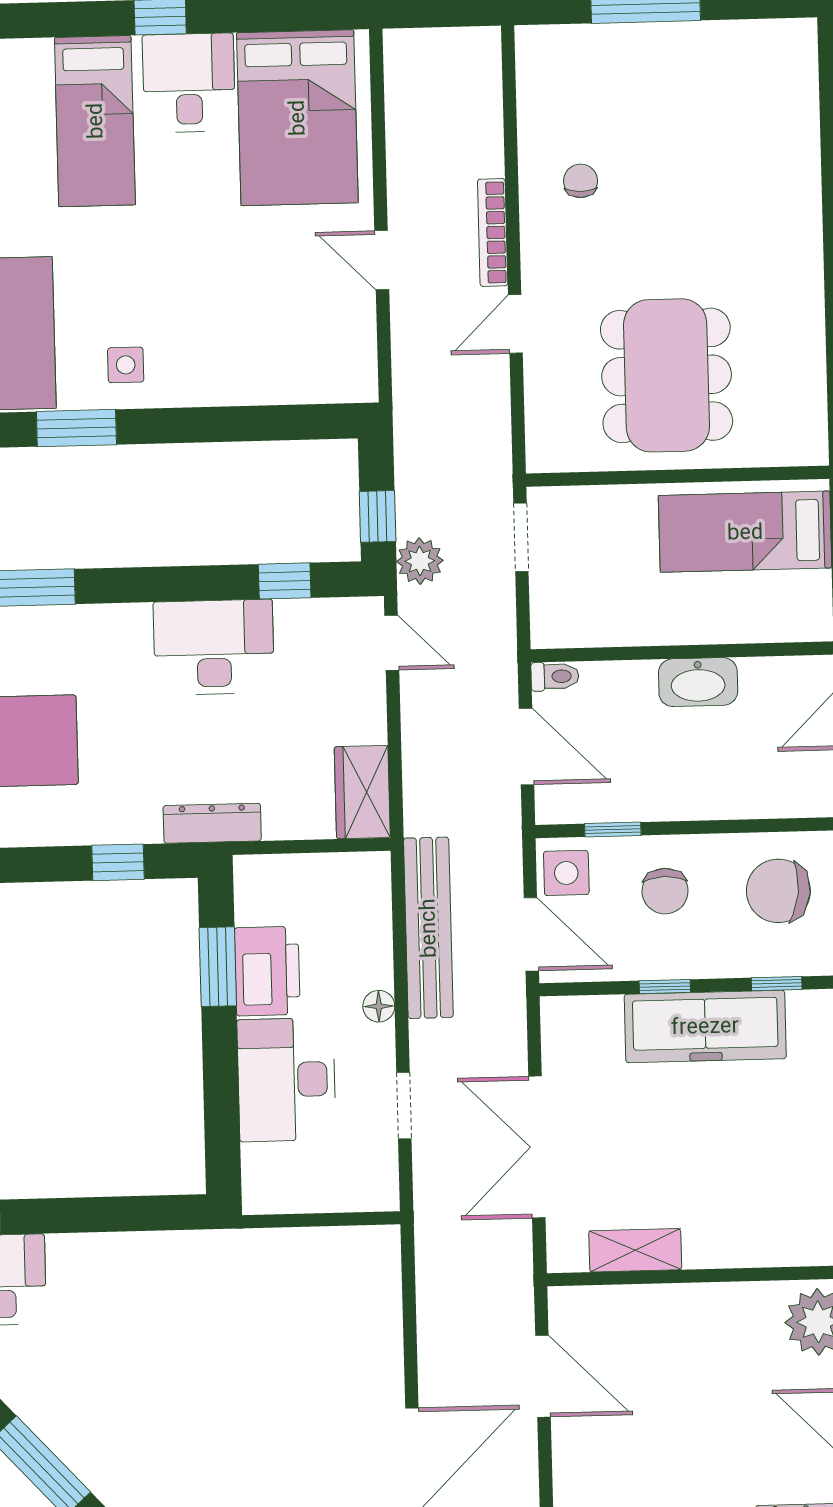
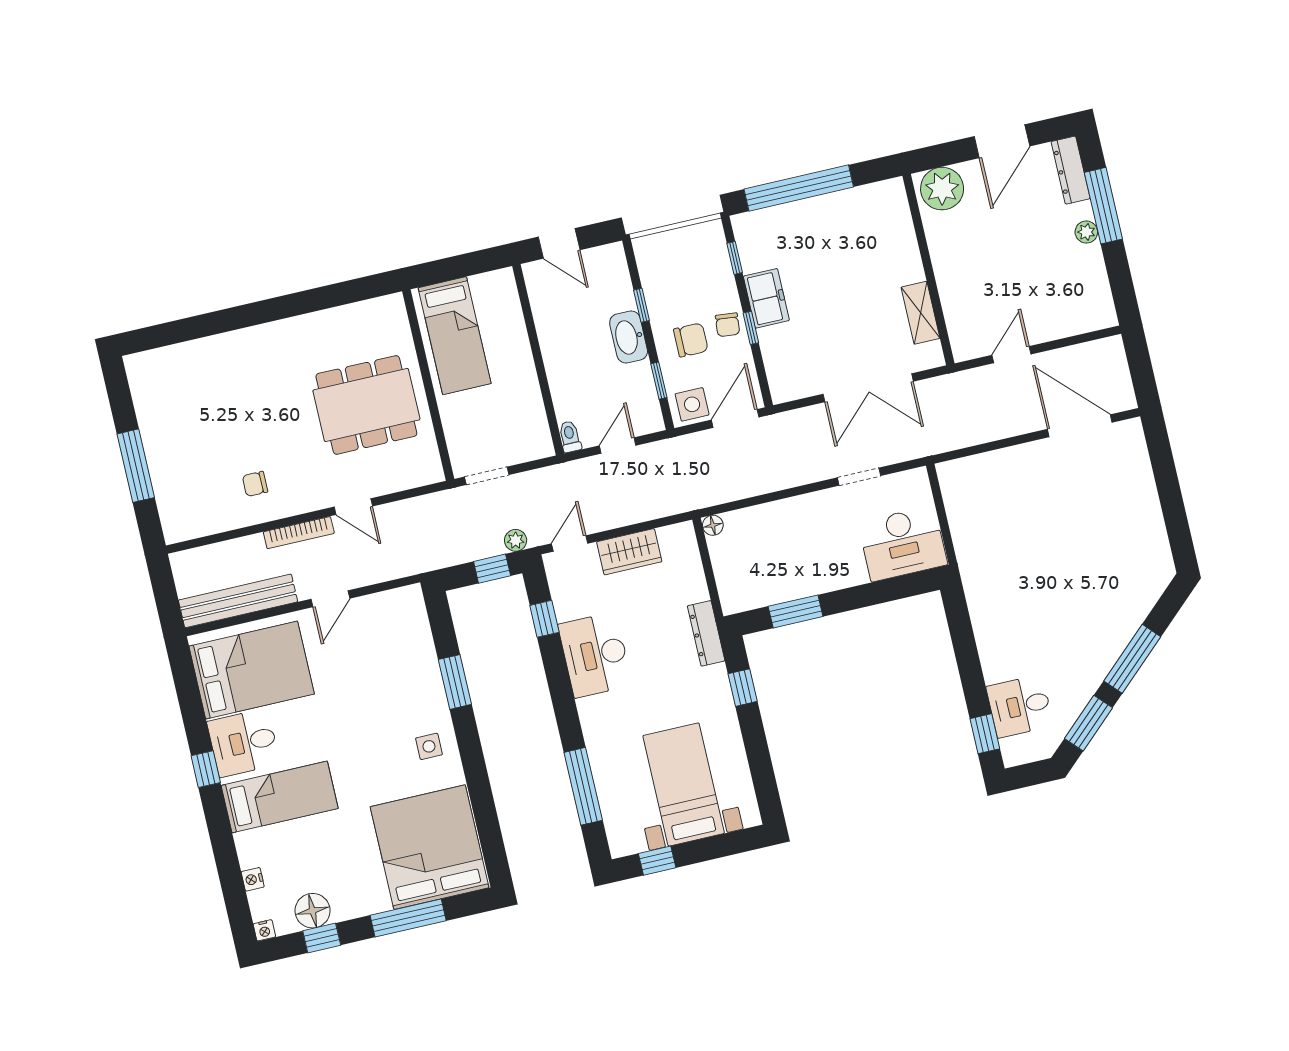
window: (76, 428) -> (455, 682), moved
plant: (420, 561) -> (516, 540), width x0.73, depth x0.73
washbasin: (698, 682) -> (629, 337), moved, turned 180
door: (526, 746) -> (618, 446), width x0.73
wardrobe: (362, 792) -> (629, 552), moved
window: (733, 826) -> (641, 305), added
chair: (778, 891) -> (728, 325), moved, width x0.54, depth x0.54
bench: (428, 928) -> (238, 601), moved
printer: (267, 971) -> (792, 580), removed
floor lamp: (379, 1006) -> (713, 525), moved
freezer: (705, 1026) -> (766, 298), width x0.52, depth x0.79
desk: (286, 1080) -> (903, 543), moved
door: (543, 1376) -> (1011, 355), width x0.73

